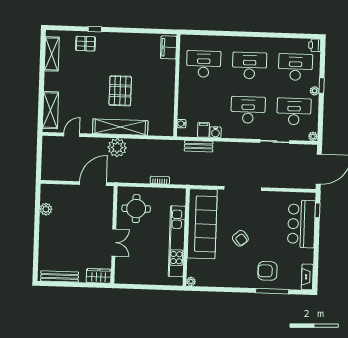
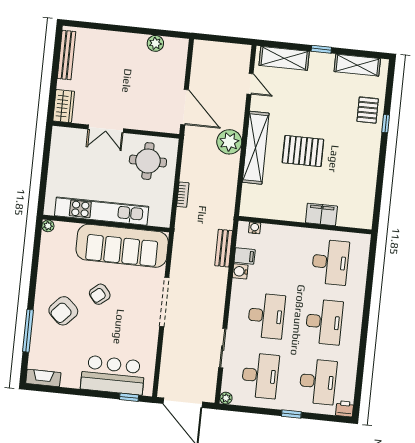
filing cabinet: (169, 47) -> (321, 214), moved
window: (42, 82) -> (321, 49), added
plant: (314, 91) -> (285, 404), removed
armchair: (267, 271) -> (63, 311), moved, turned -137

